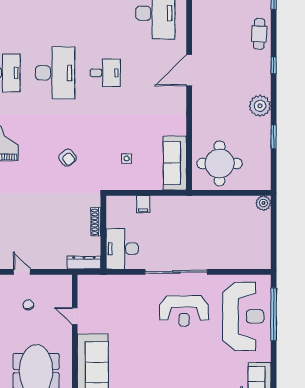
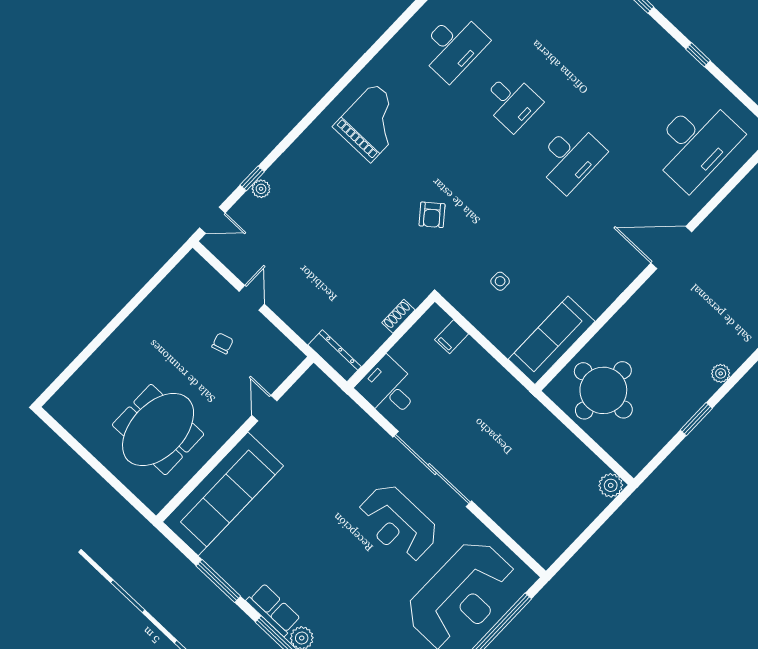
desk: (55, 73) -> (512, 102), width x0.53, depth x0.77
desk: (105, 73) -> (570, 157), width x1.37
plant: (260, 106) -> (721, 373), width x0.53, depth x0.53
filing cabinet: (143, 204) -> (452, 337), moved
shoe rack: (96, 222) -> (398, 316), width x0.70
desk: (122, 249) -> (388, 388), width x0.73

